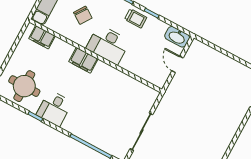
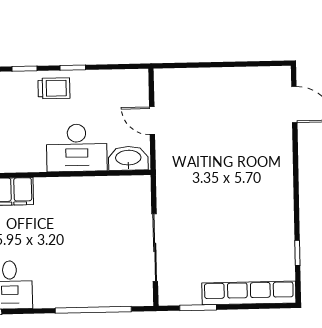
washbasin: (177, 37) -> (128, 158), moved, turned 180
desk: (108, 45) -> (77, 148), moved

